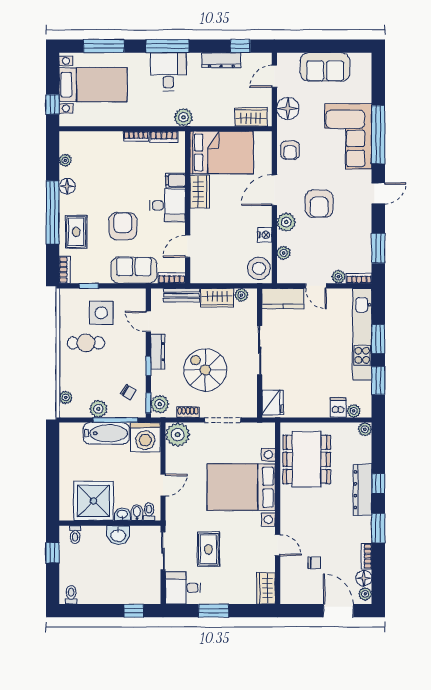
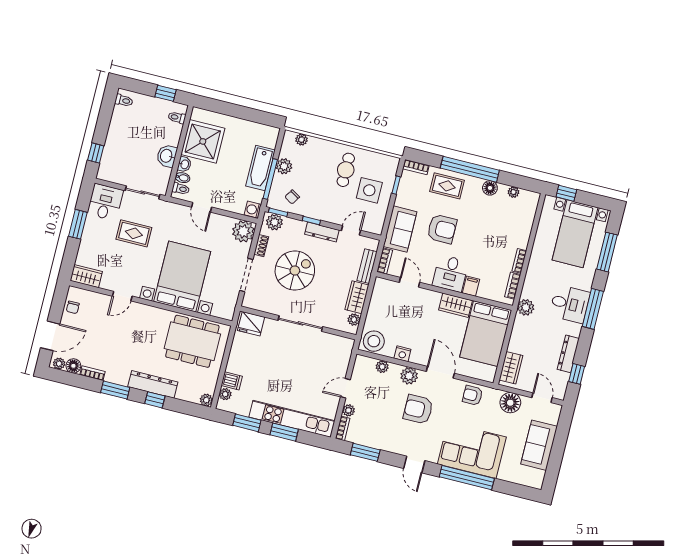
kitchen counter: (283, 299) -> (341, 356), removed
washing machine: (145, 437) -> (253, 210), width x0.53, depth x0.53
chair: (314, 563) -> (73, 307), moved

